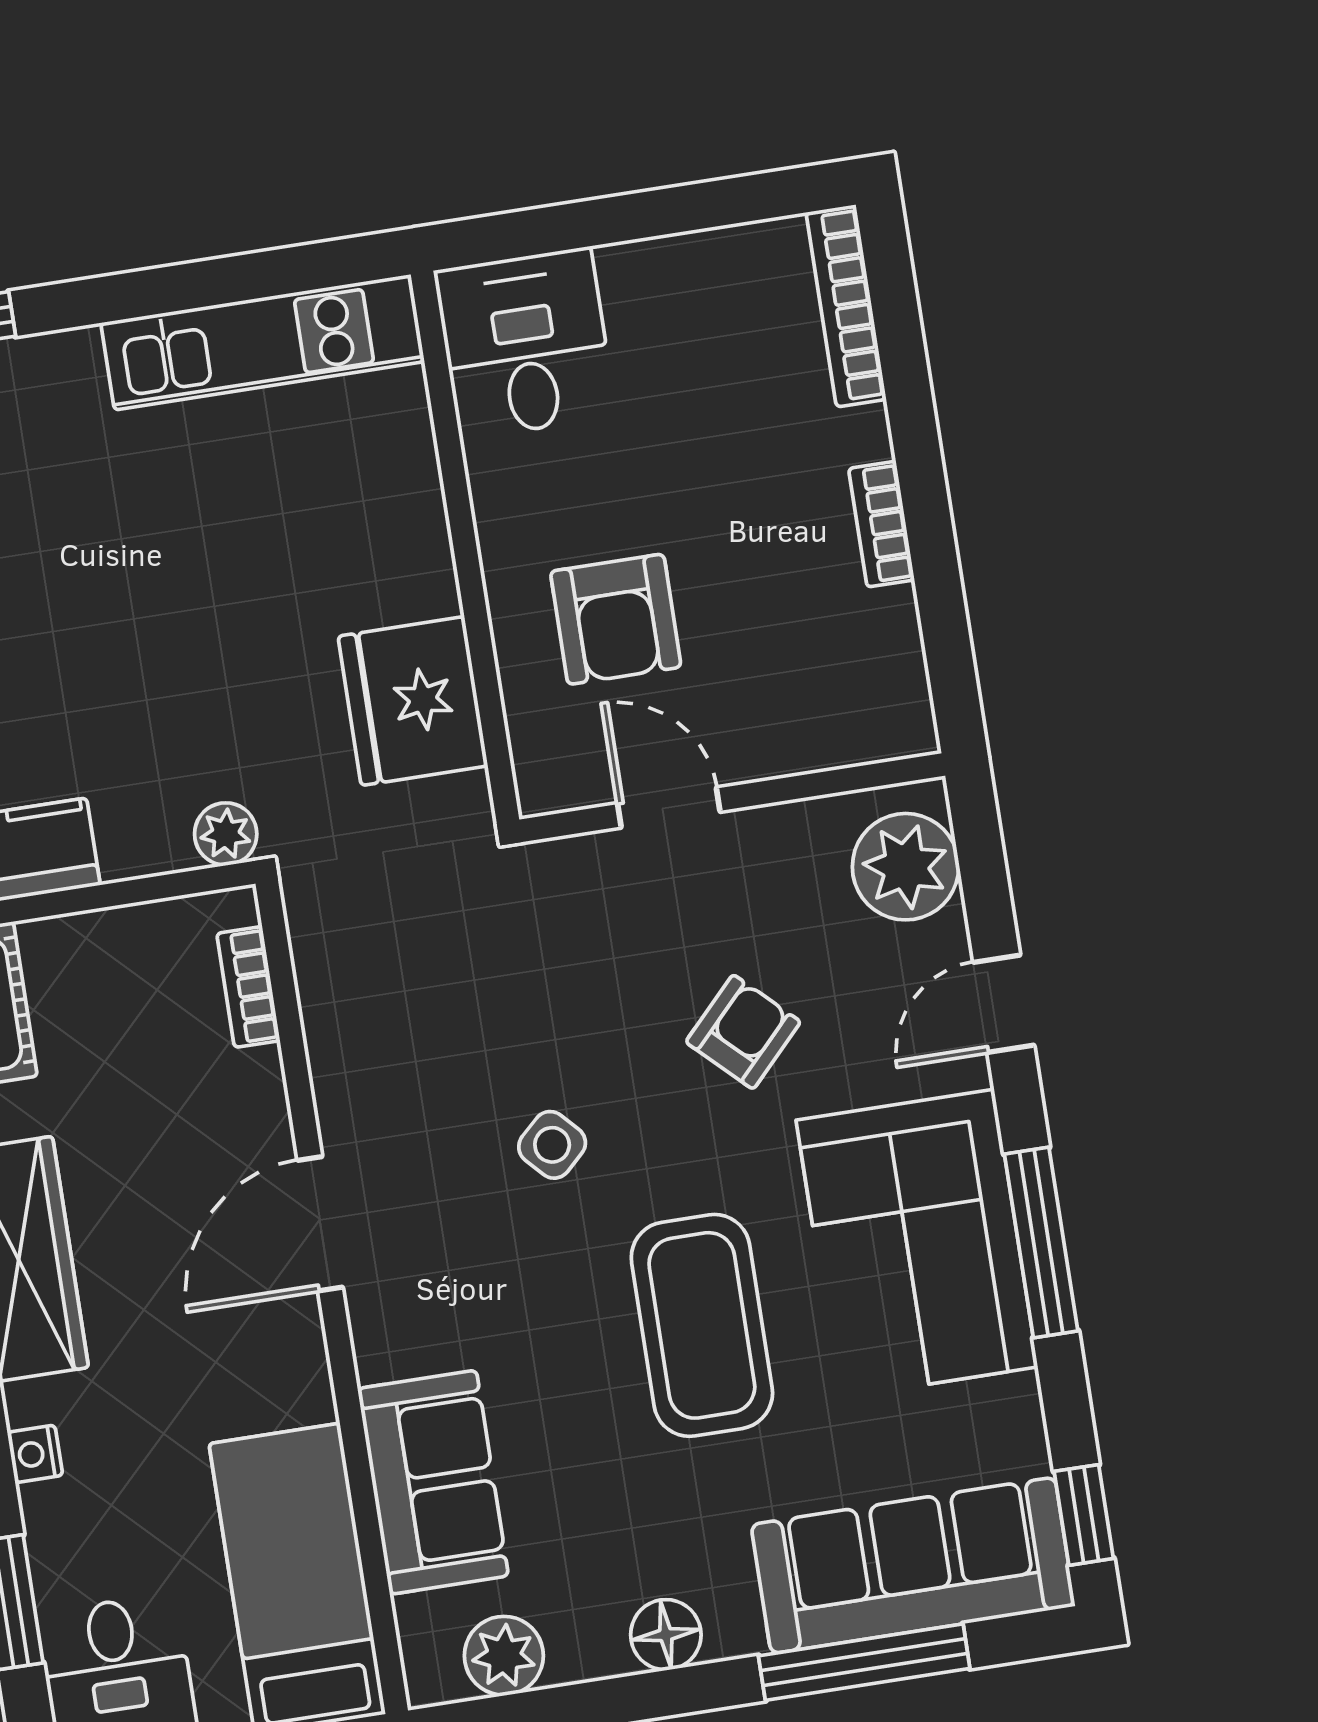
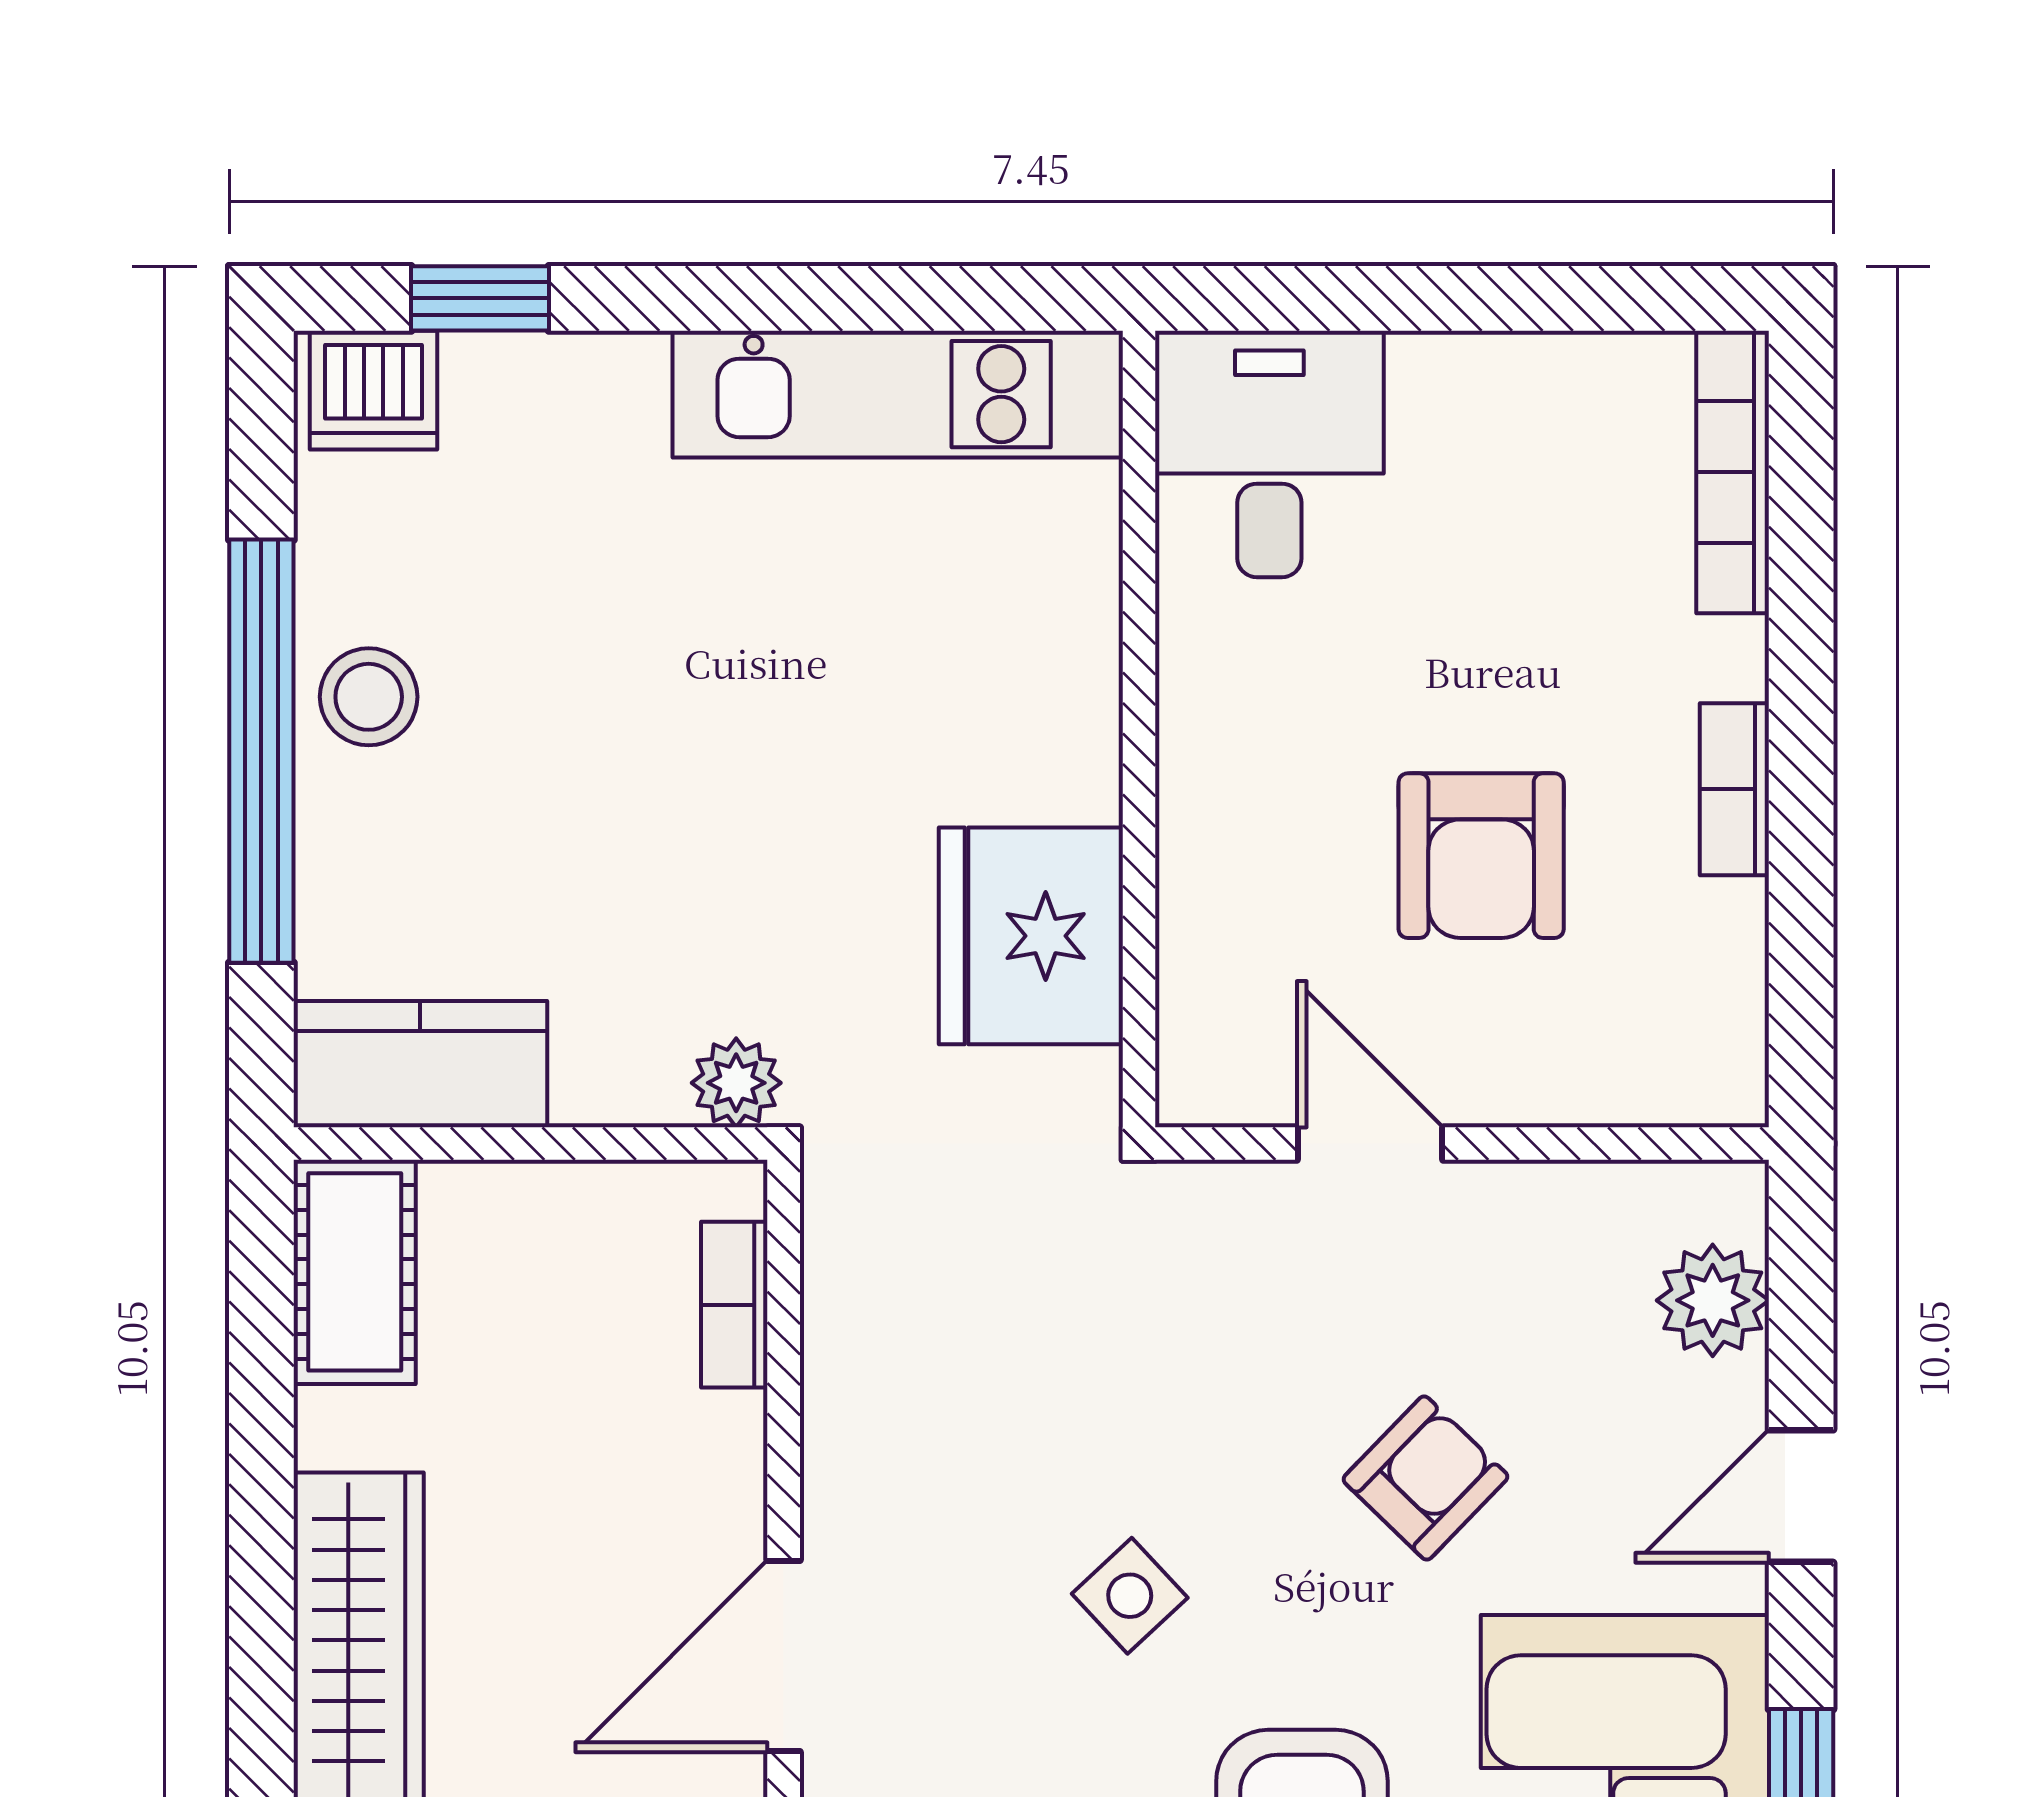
armchair: (616, 619) -> (1481, 856), moved
plant: (906, 867) -> (1713, 1300), width x0.73, depth x0.73

